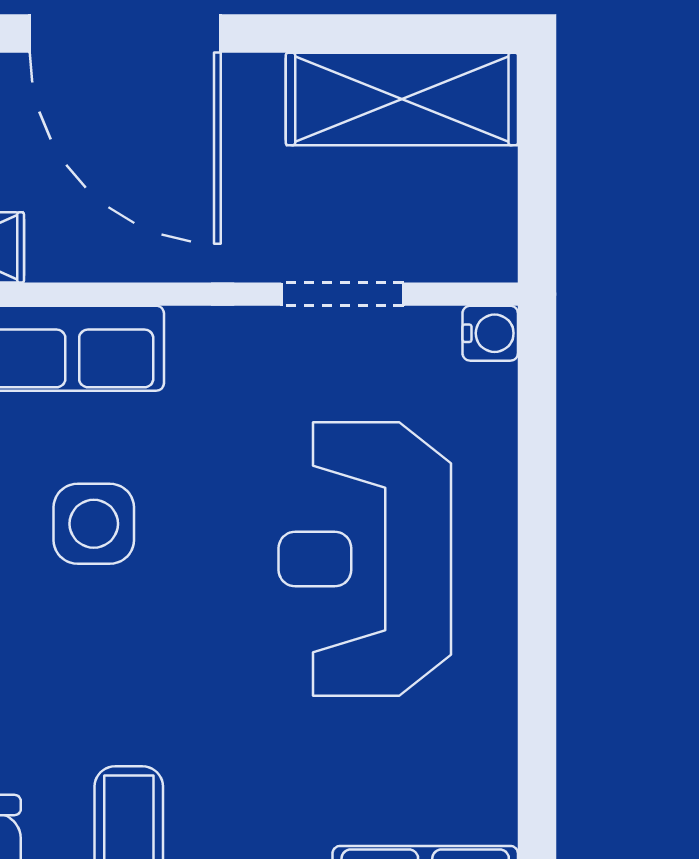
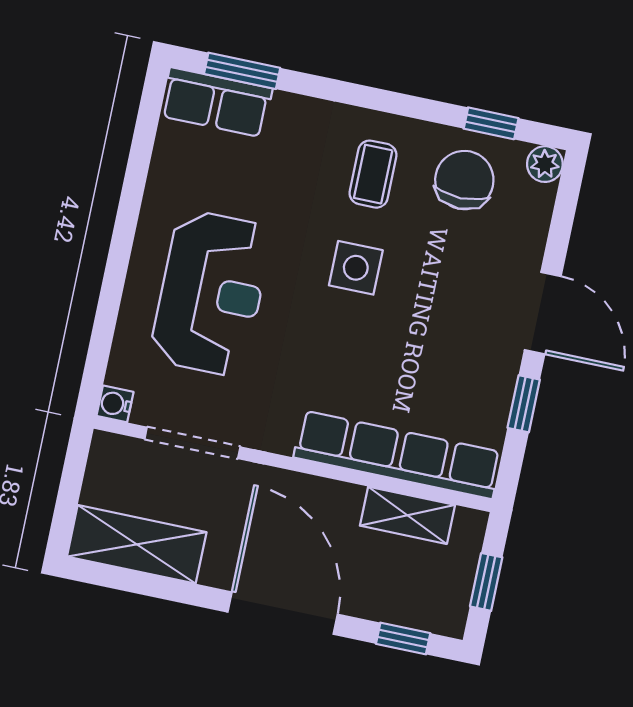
doorway: (342, 294) -> (192, 443), width x1.38
side table: (94, 524) -> (356, 268), moved

